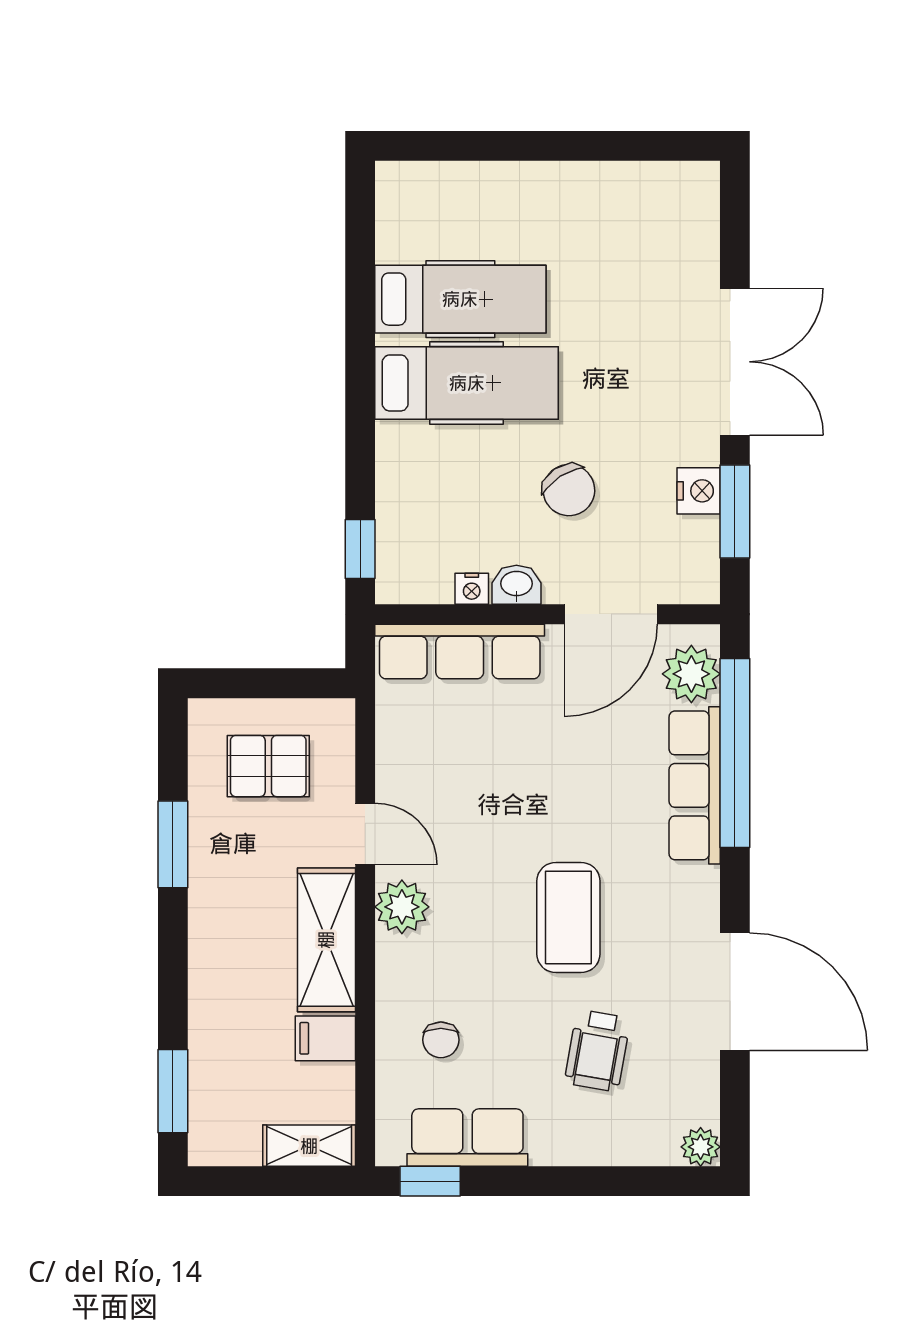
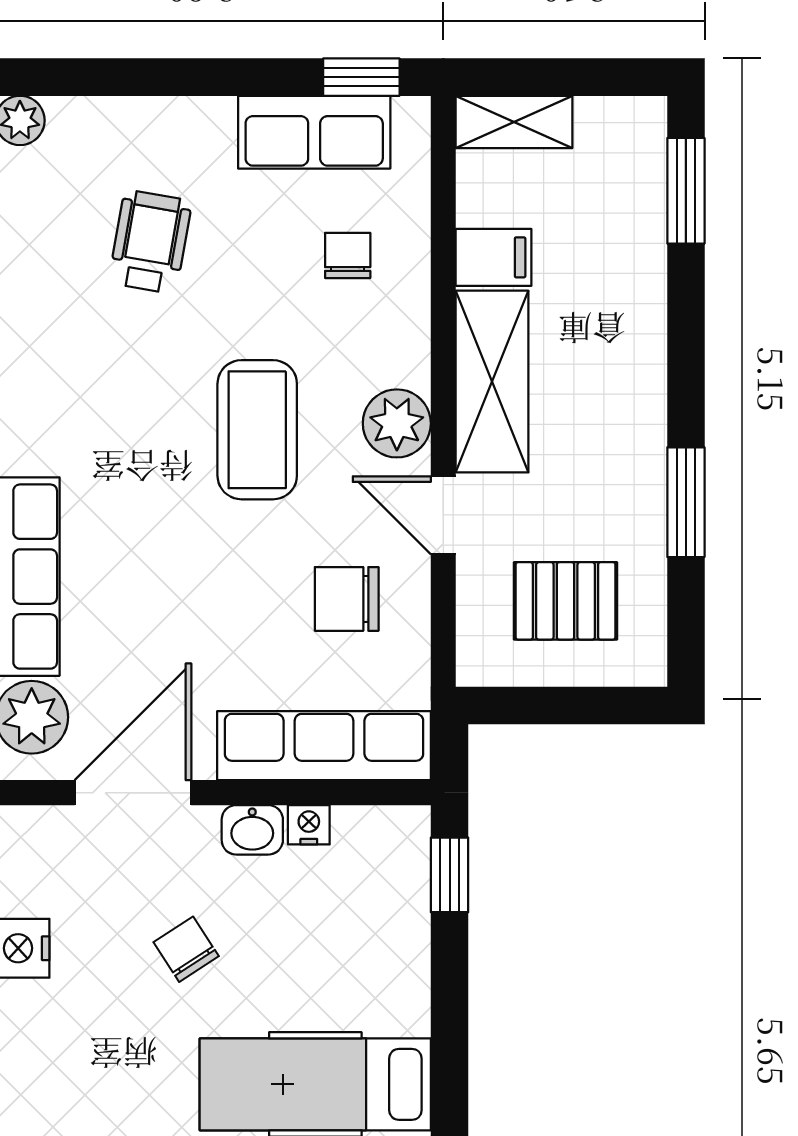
chair: (569, 490) -> (186, 949), width x0.73, depth x0.73
chair: (442, 768) -> (347, 599), added
coffee table: (568, 918) -> (257, 430), moved

